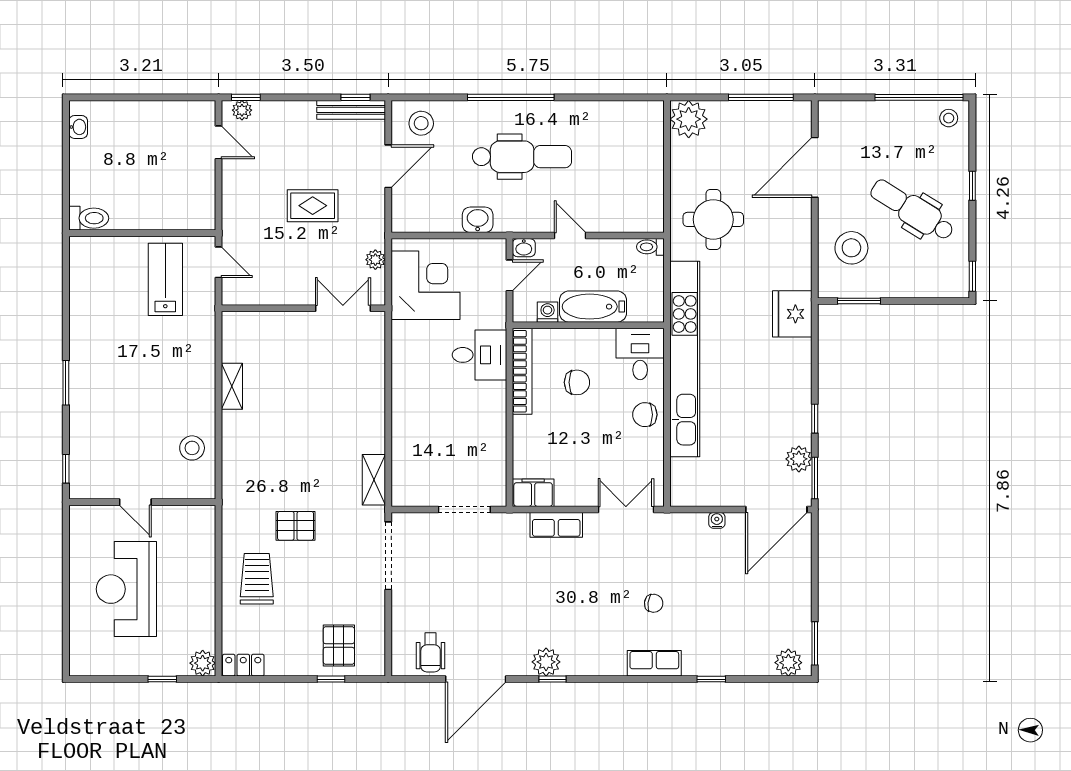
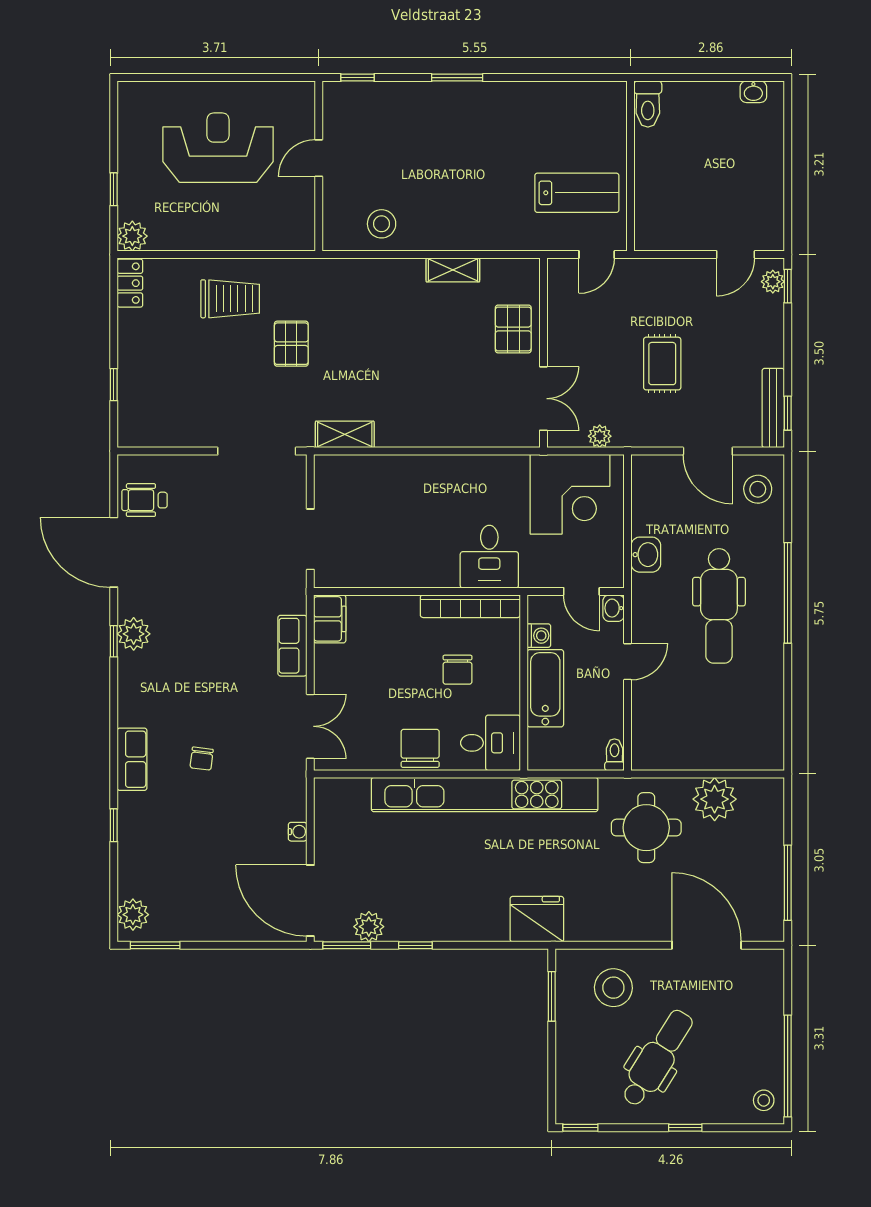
plant: (689, 119) -> (715, 799), moved
chair: (645, 415) -> (420, 748), width x1.37, depth x1.37
pallet: (339, 645) -> (513, 329), moved, turned 90

